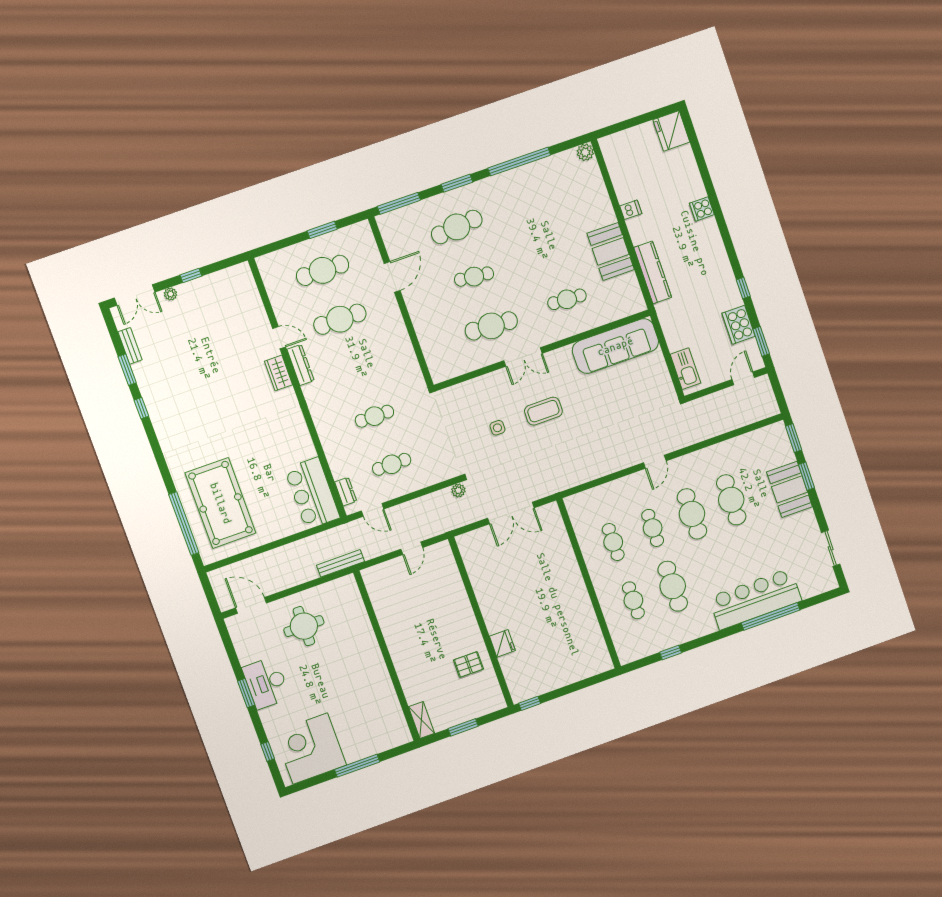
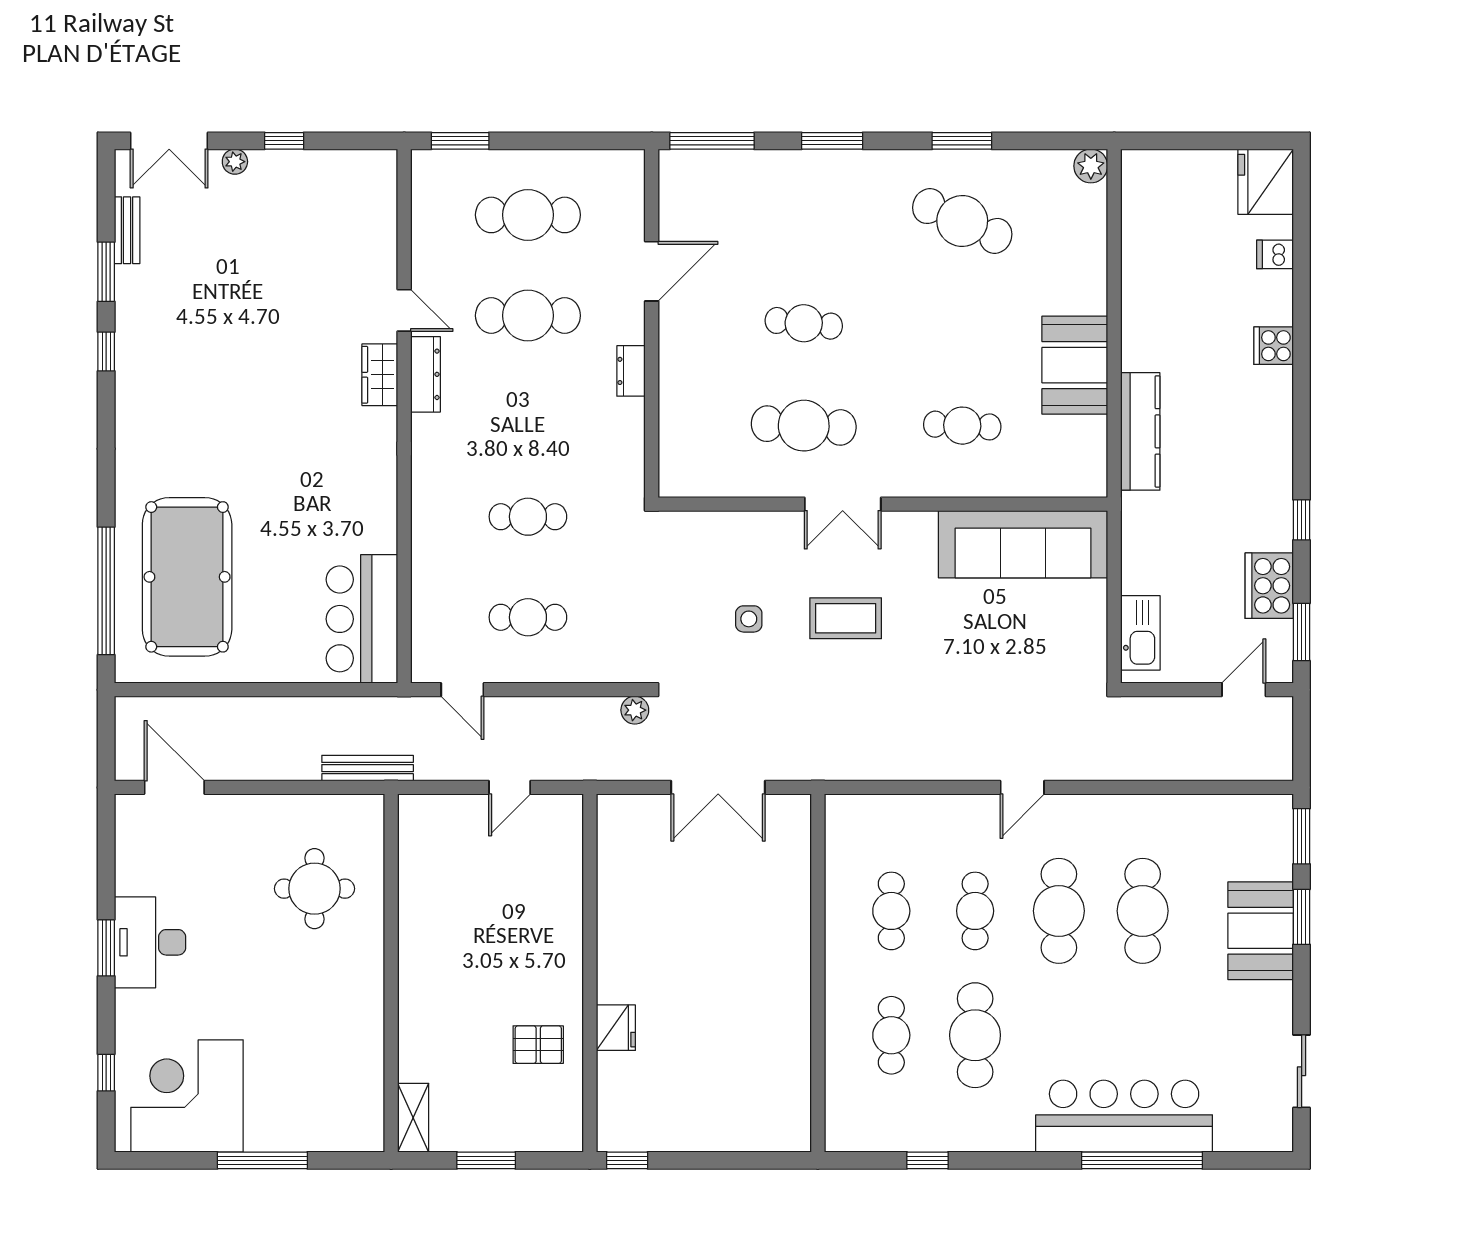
window: (519, 162) -> (962, 141), width x0.47
dishwasher: (631, 210) -> (1275, 254), moved, turned 180
cafe table: (457, 227) -> (962, 221), moved, turned 30
window: (322, 230) -> (460, 141), moved
dresser: (346, 492) -> (631, 371), moved, turned 180
round table: (304, 626) -> (314, 889), moved

